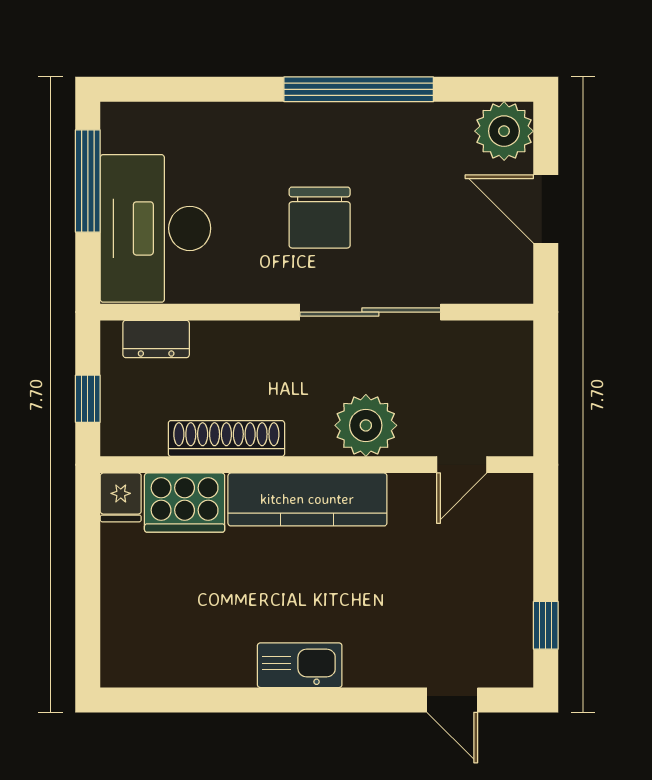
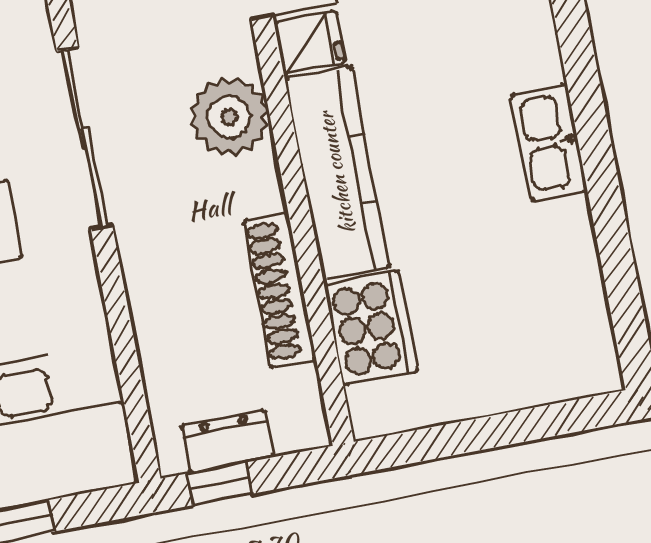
dresser: (156, 339) -> (227, 441), moved, turned -90
window: (88, 399) -> (220, 484), moved
fridge: (121, 497) -> (310, 43), moved

